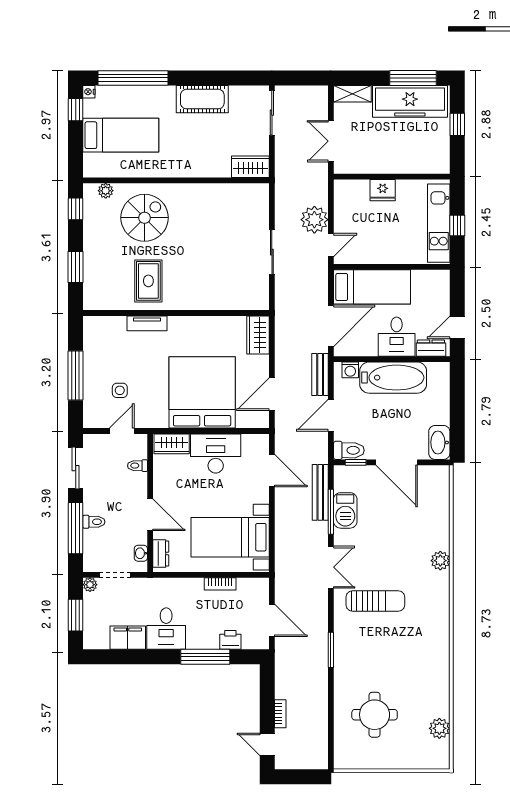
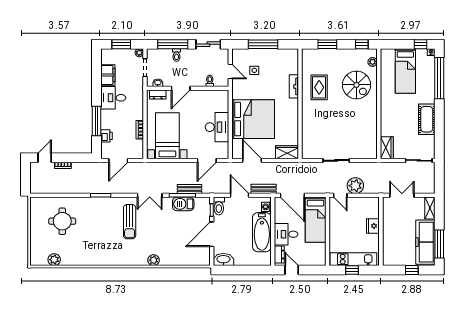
rug: (148, 281) -> (319, 87), turned 90
wardrobe: (172, 444) -> (223, 101), removed
bench: (320, 492) -> (189, 189), width x0.73

